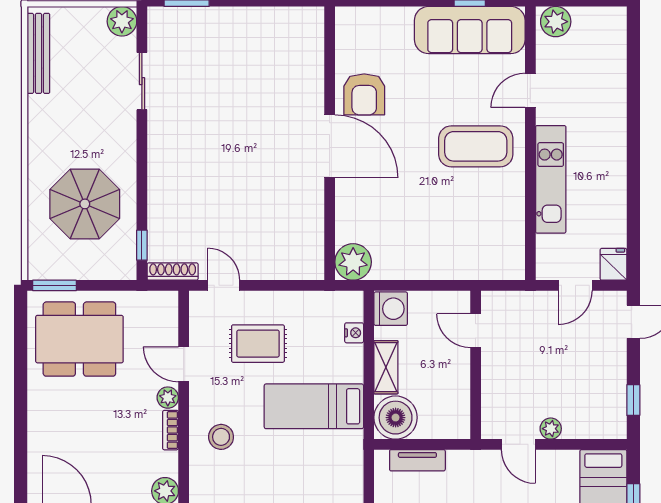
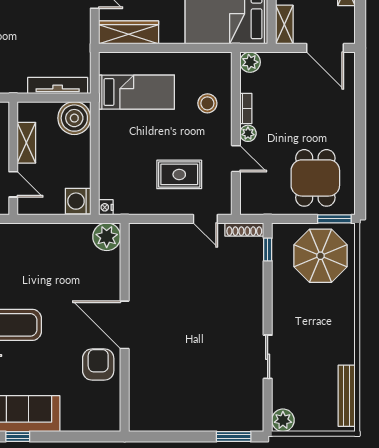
sliding door: (142, 81) -> (268, 357), moved
parasol: (85, 204) -> (320, 256), moved
nightstand: (354, 333) -> (106, 207), moved
dining table: (79, 339) -> (315, 178), width x0.73
shelving: (386, 367) -> (26, 143), moved
bed: (314, 406) -> (137, 92), moved
tv unit: (417, 460) -> (58, 86), width x1.41

